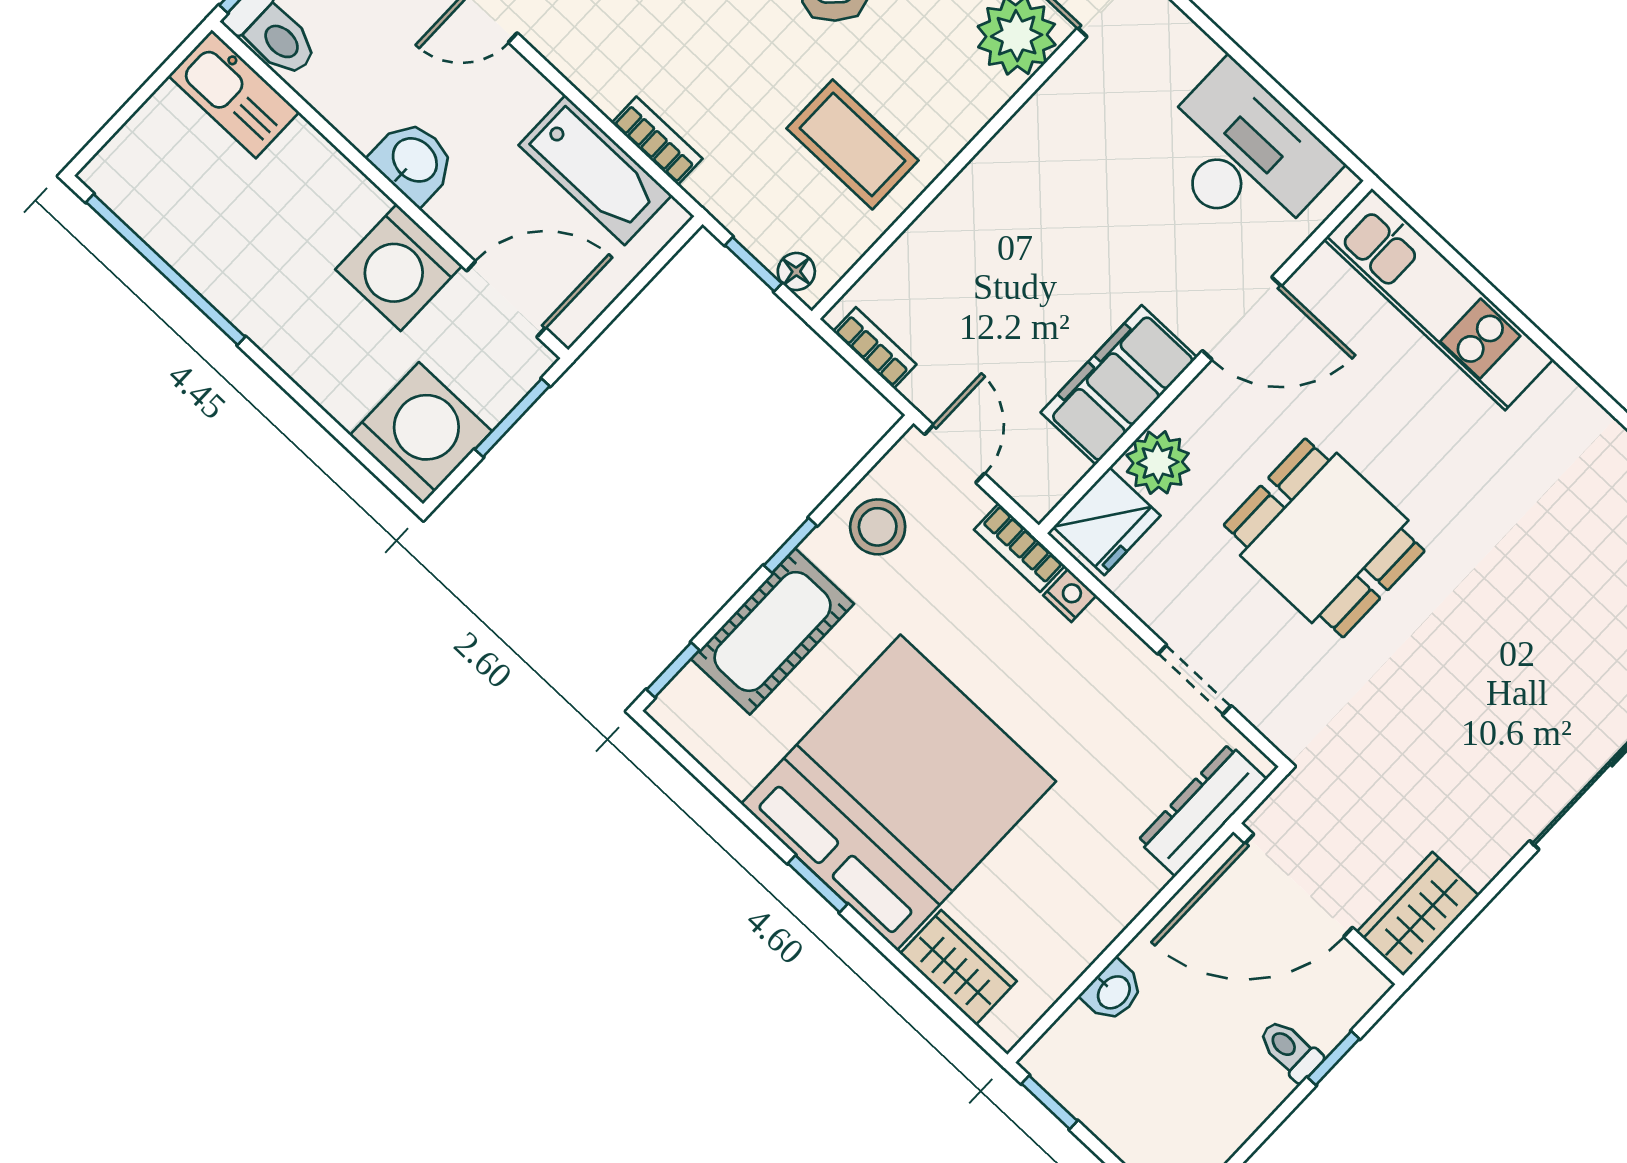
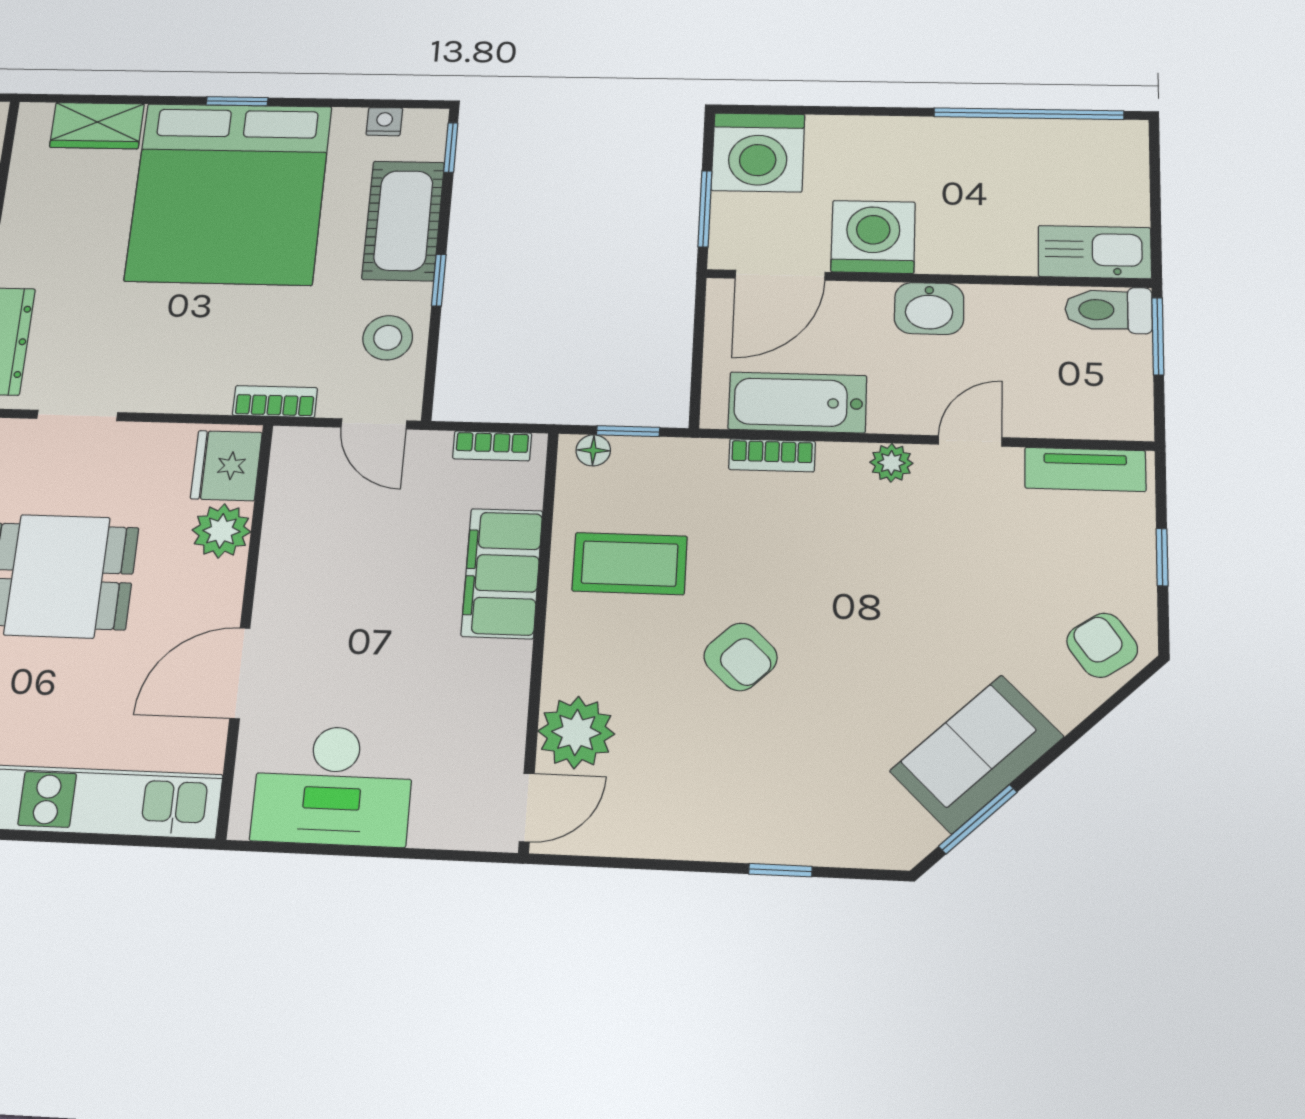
plant: (568, 51) -> (891, 463), added
filing cabinet: (1119, 385) -> (502, 573), moved, turned 180
nightstand: (1070, 595) -> (384, 122), moved, turned 180

